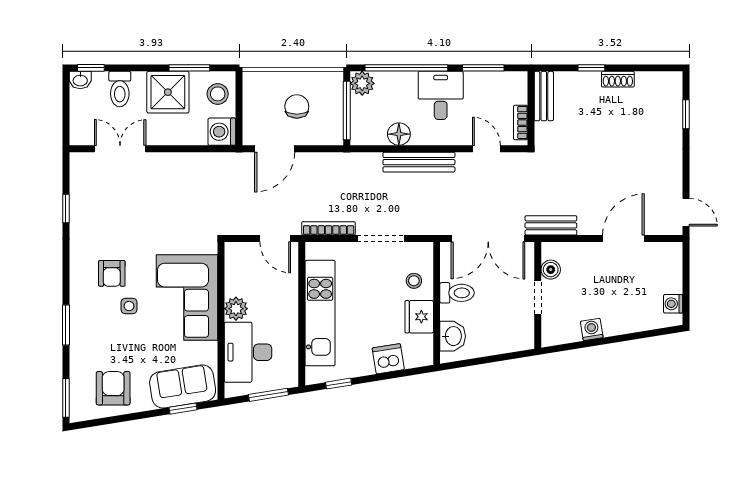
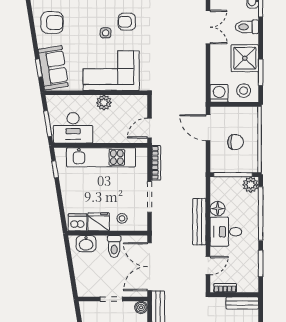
desk: (441, 95) -> (226, 232), moved, turned 180
boiler: (551, 270) -> (141, 307), moved
desk: (248, 352) -> (73, 128), moved, turned 180
dishwasher: (388, 359) -> (78, 222), moved, turned -81

